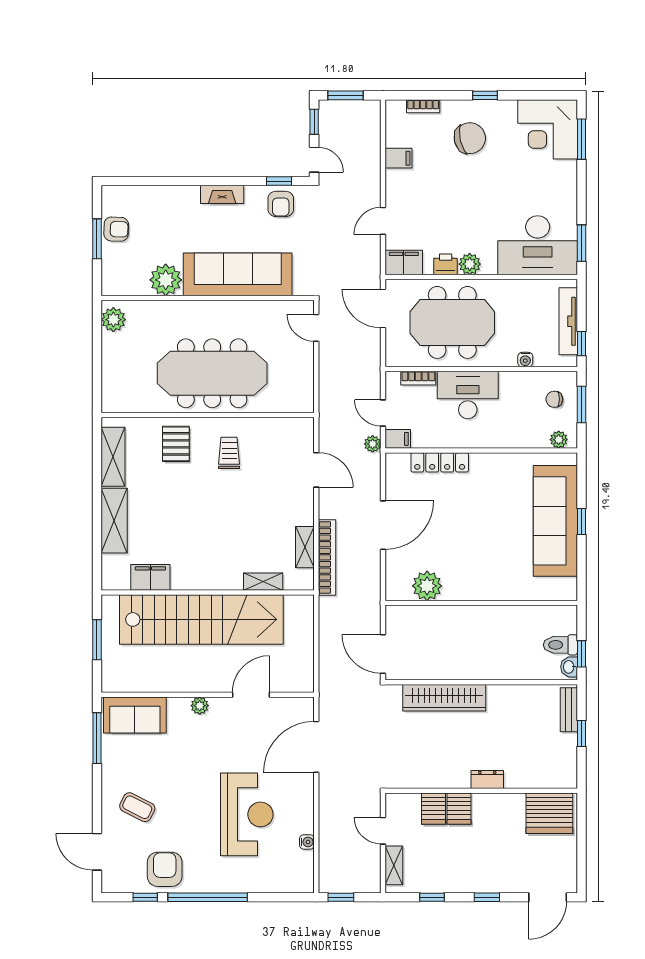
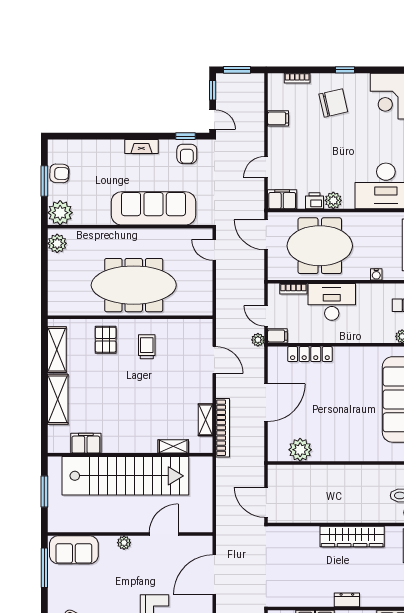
plant: (166, 280) -> (60, 213), moved
wardrobe: (444, 698) -> (352, 536), moved

